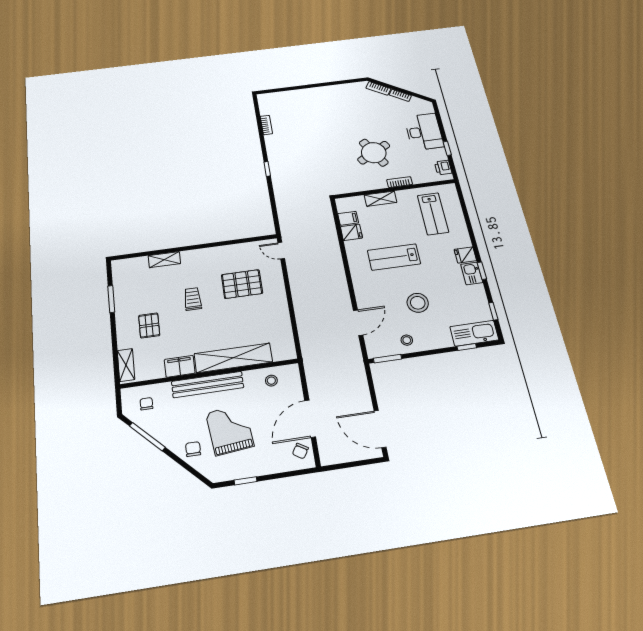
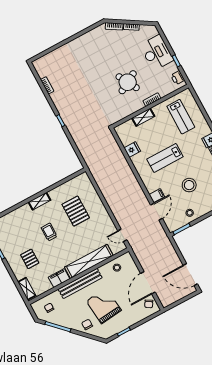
filing cabinet: (348, 218) -> (157, 196), moved
door: (281, 251) -> (122, 235), moved
shelving: (164, 260) -> (39, 201), moved
pallet: (242, 284) -> (76, 211), turned 90

